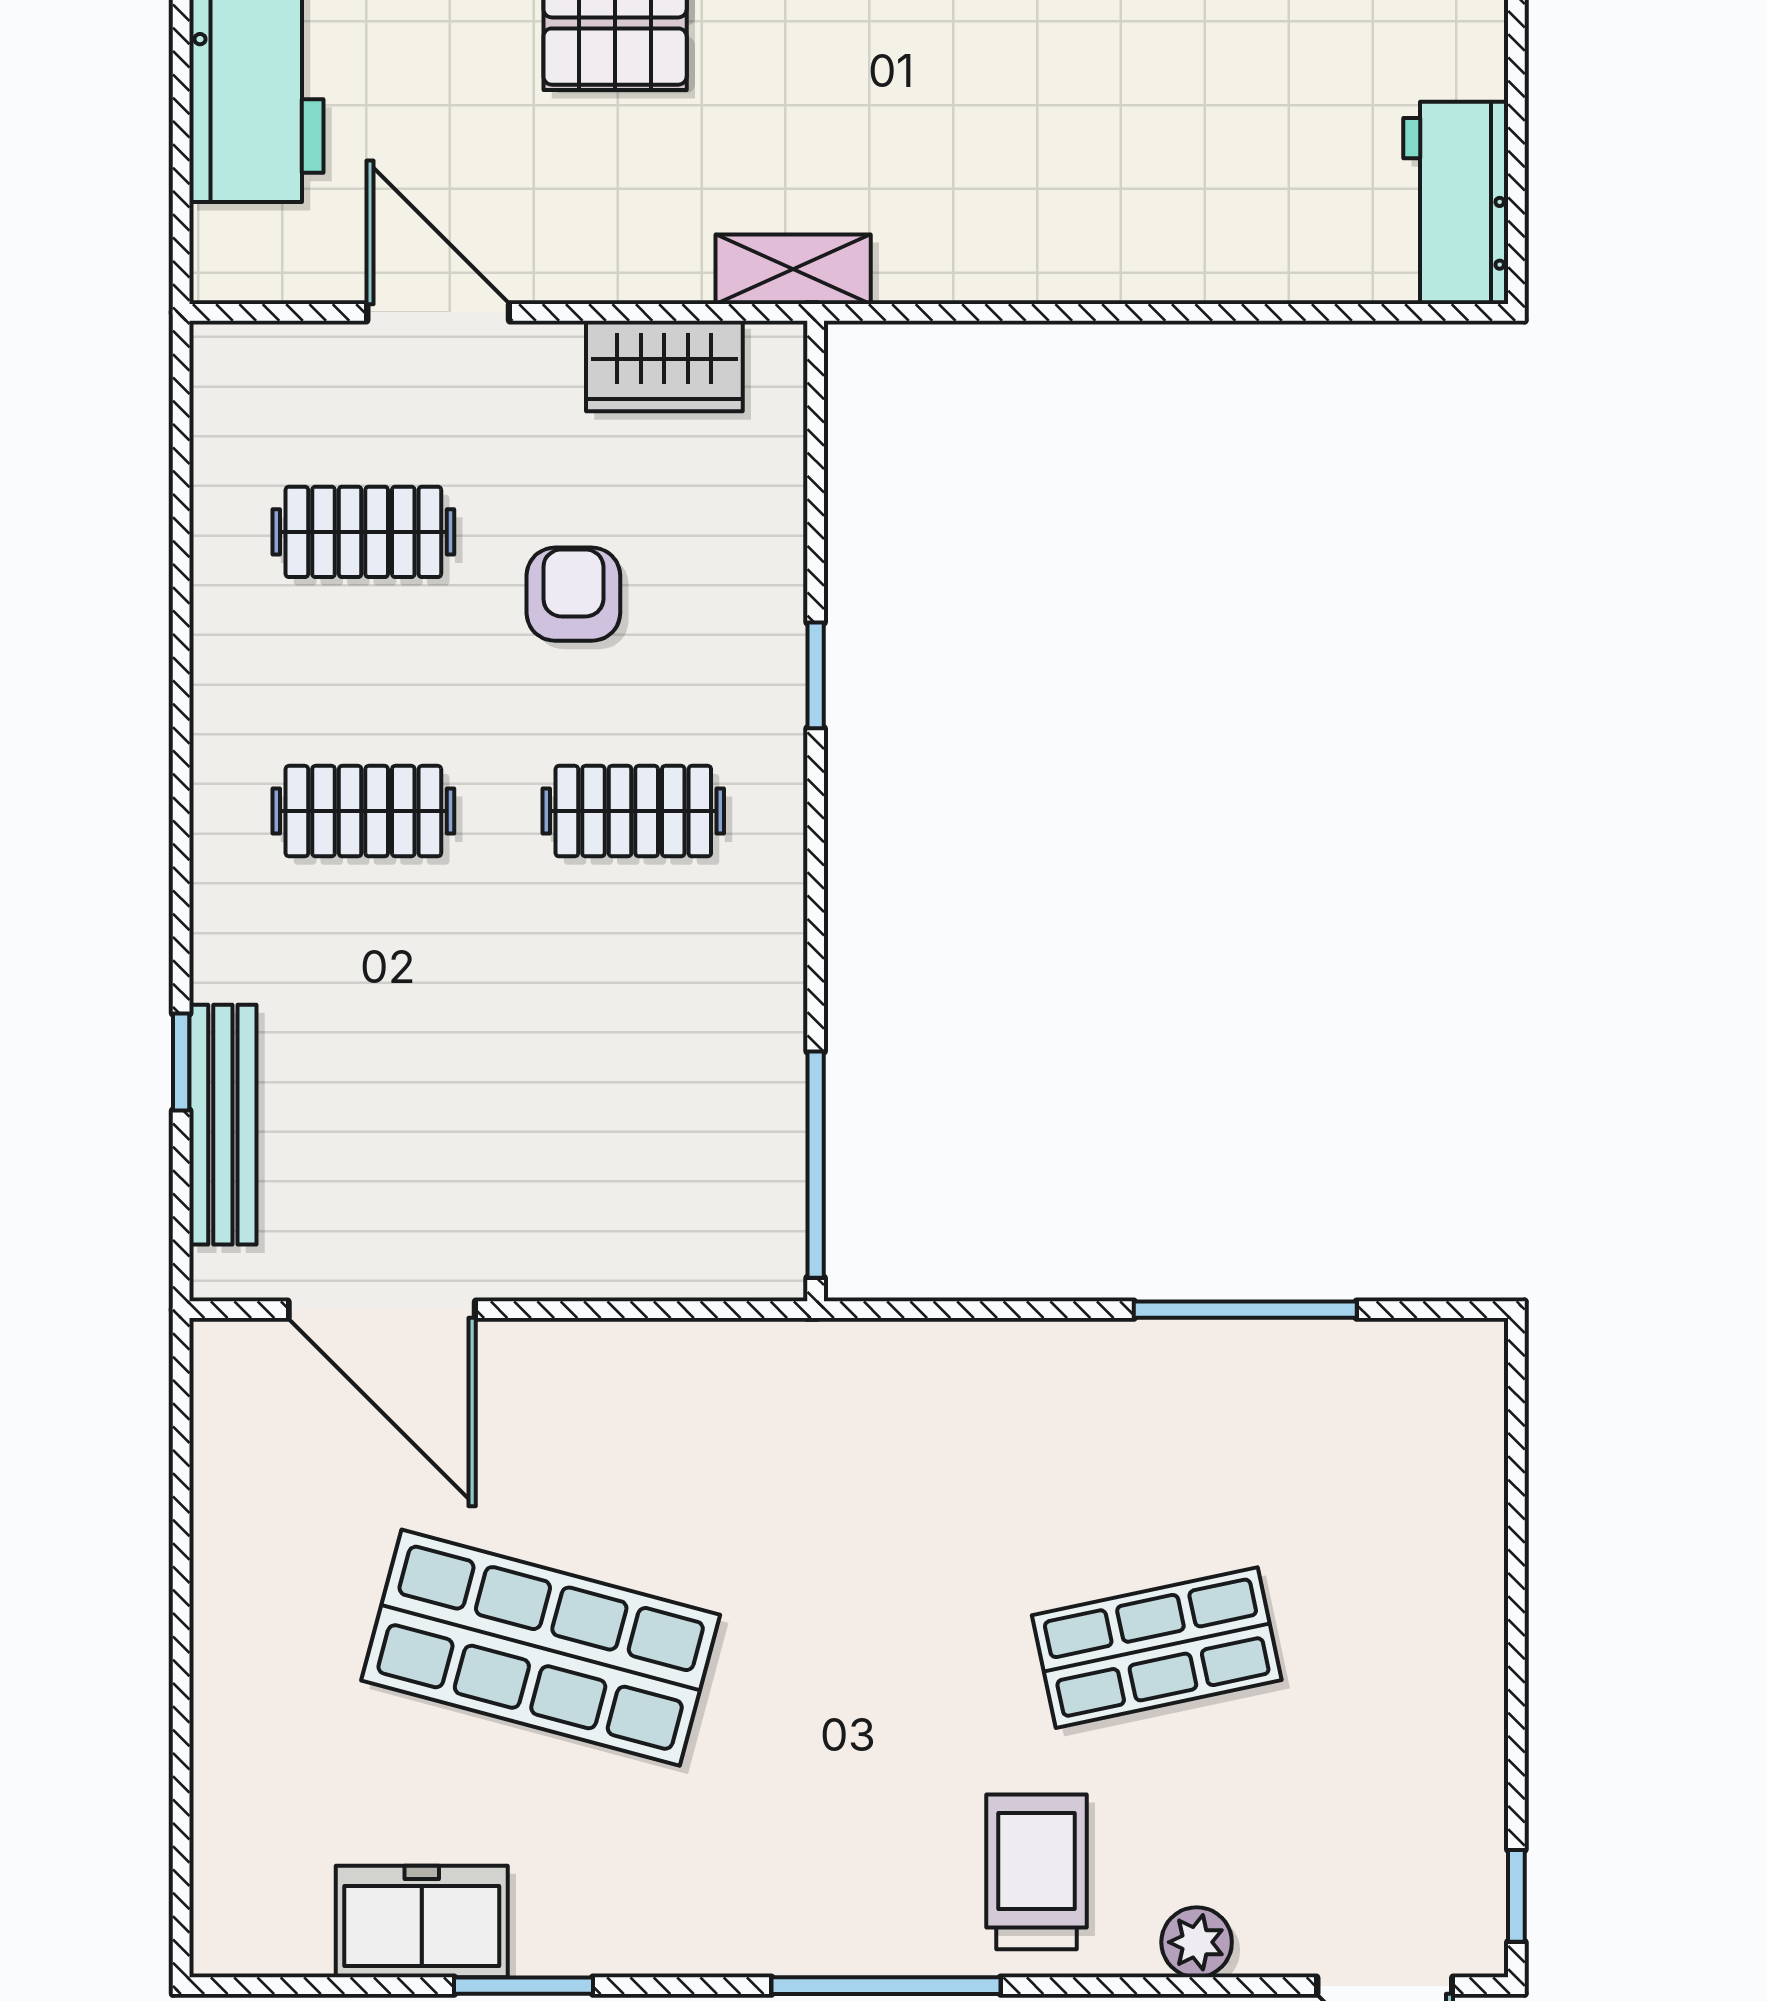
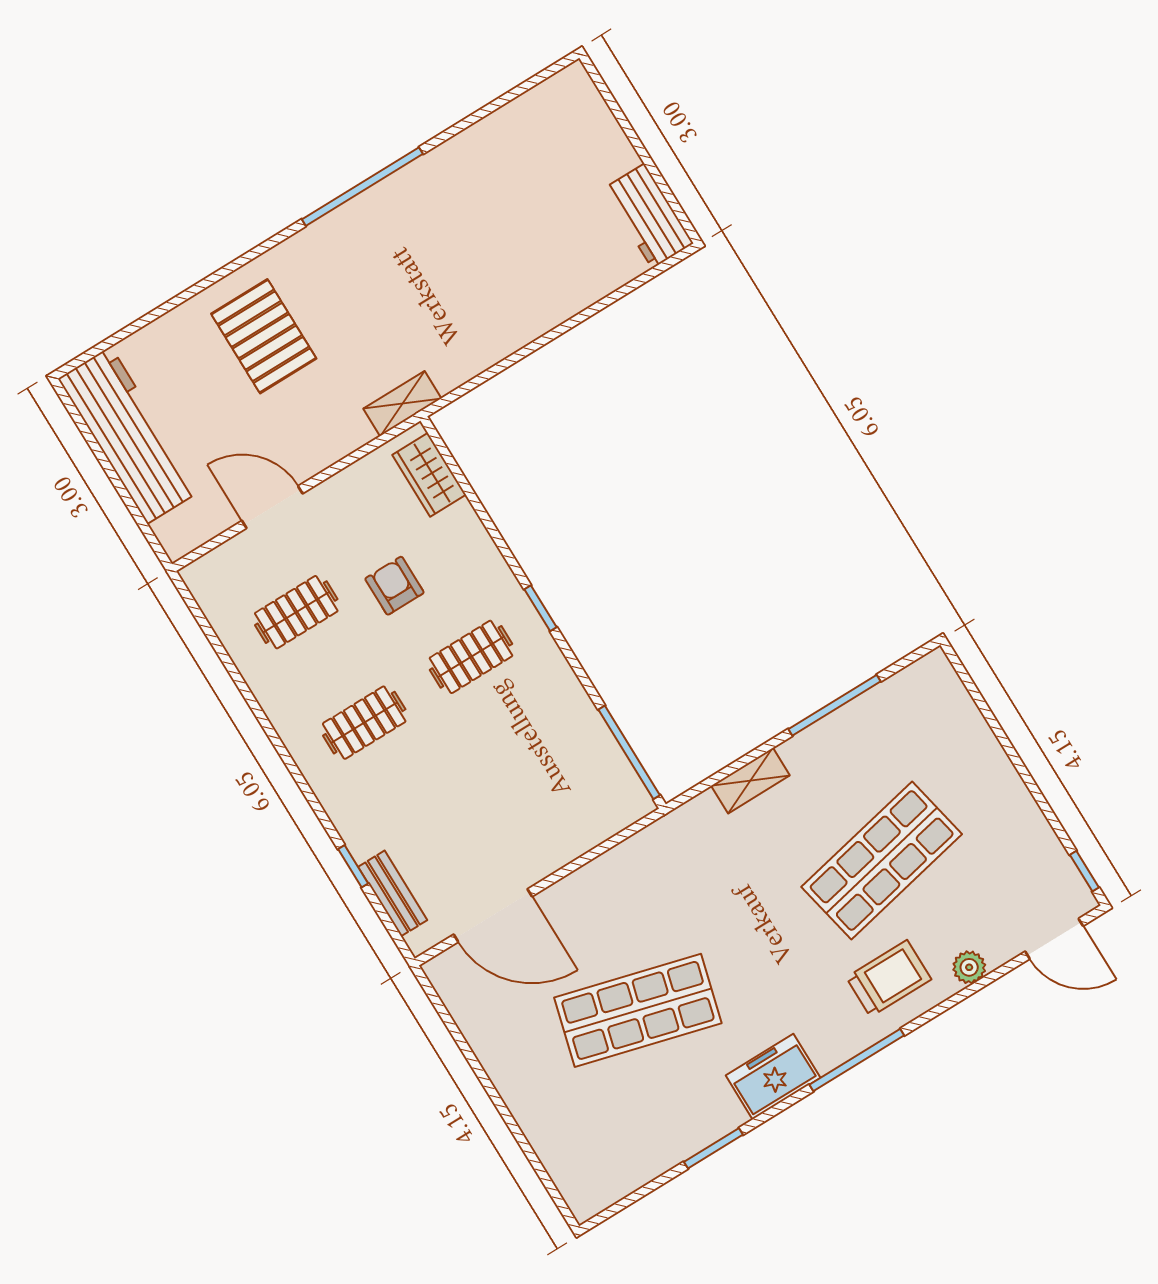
wardrobe: (664, 366) -> (429, 475), moved, turned 90
window: (816, 675) -> (540, 608), moved
bench: (223, 1125) -> (393, 893), width x0.73
shelving: (1006, 1353) -> (750, 781), added
shop shelf: (1157, 1648) -> (882, 860), width x1.43, depth x1.36
trolley: (1037, 1872) -> (889, 978), turned 90
freezer: (422, 1922) -> (773, 1077), moved

